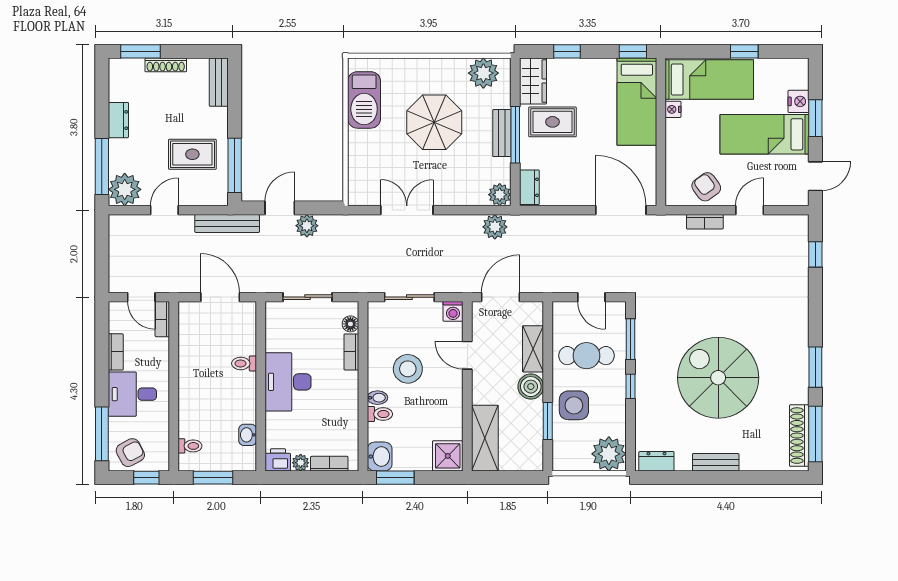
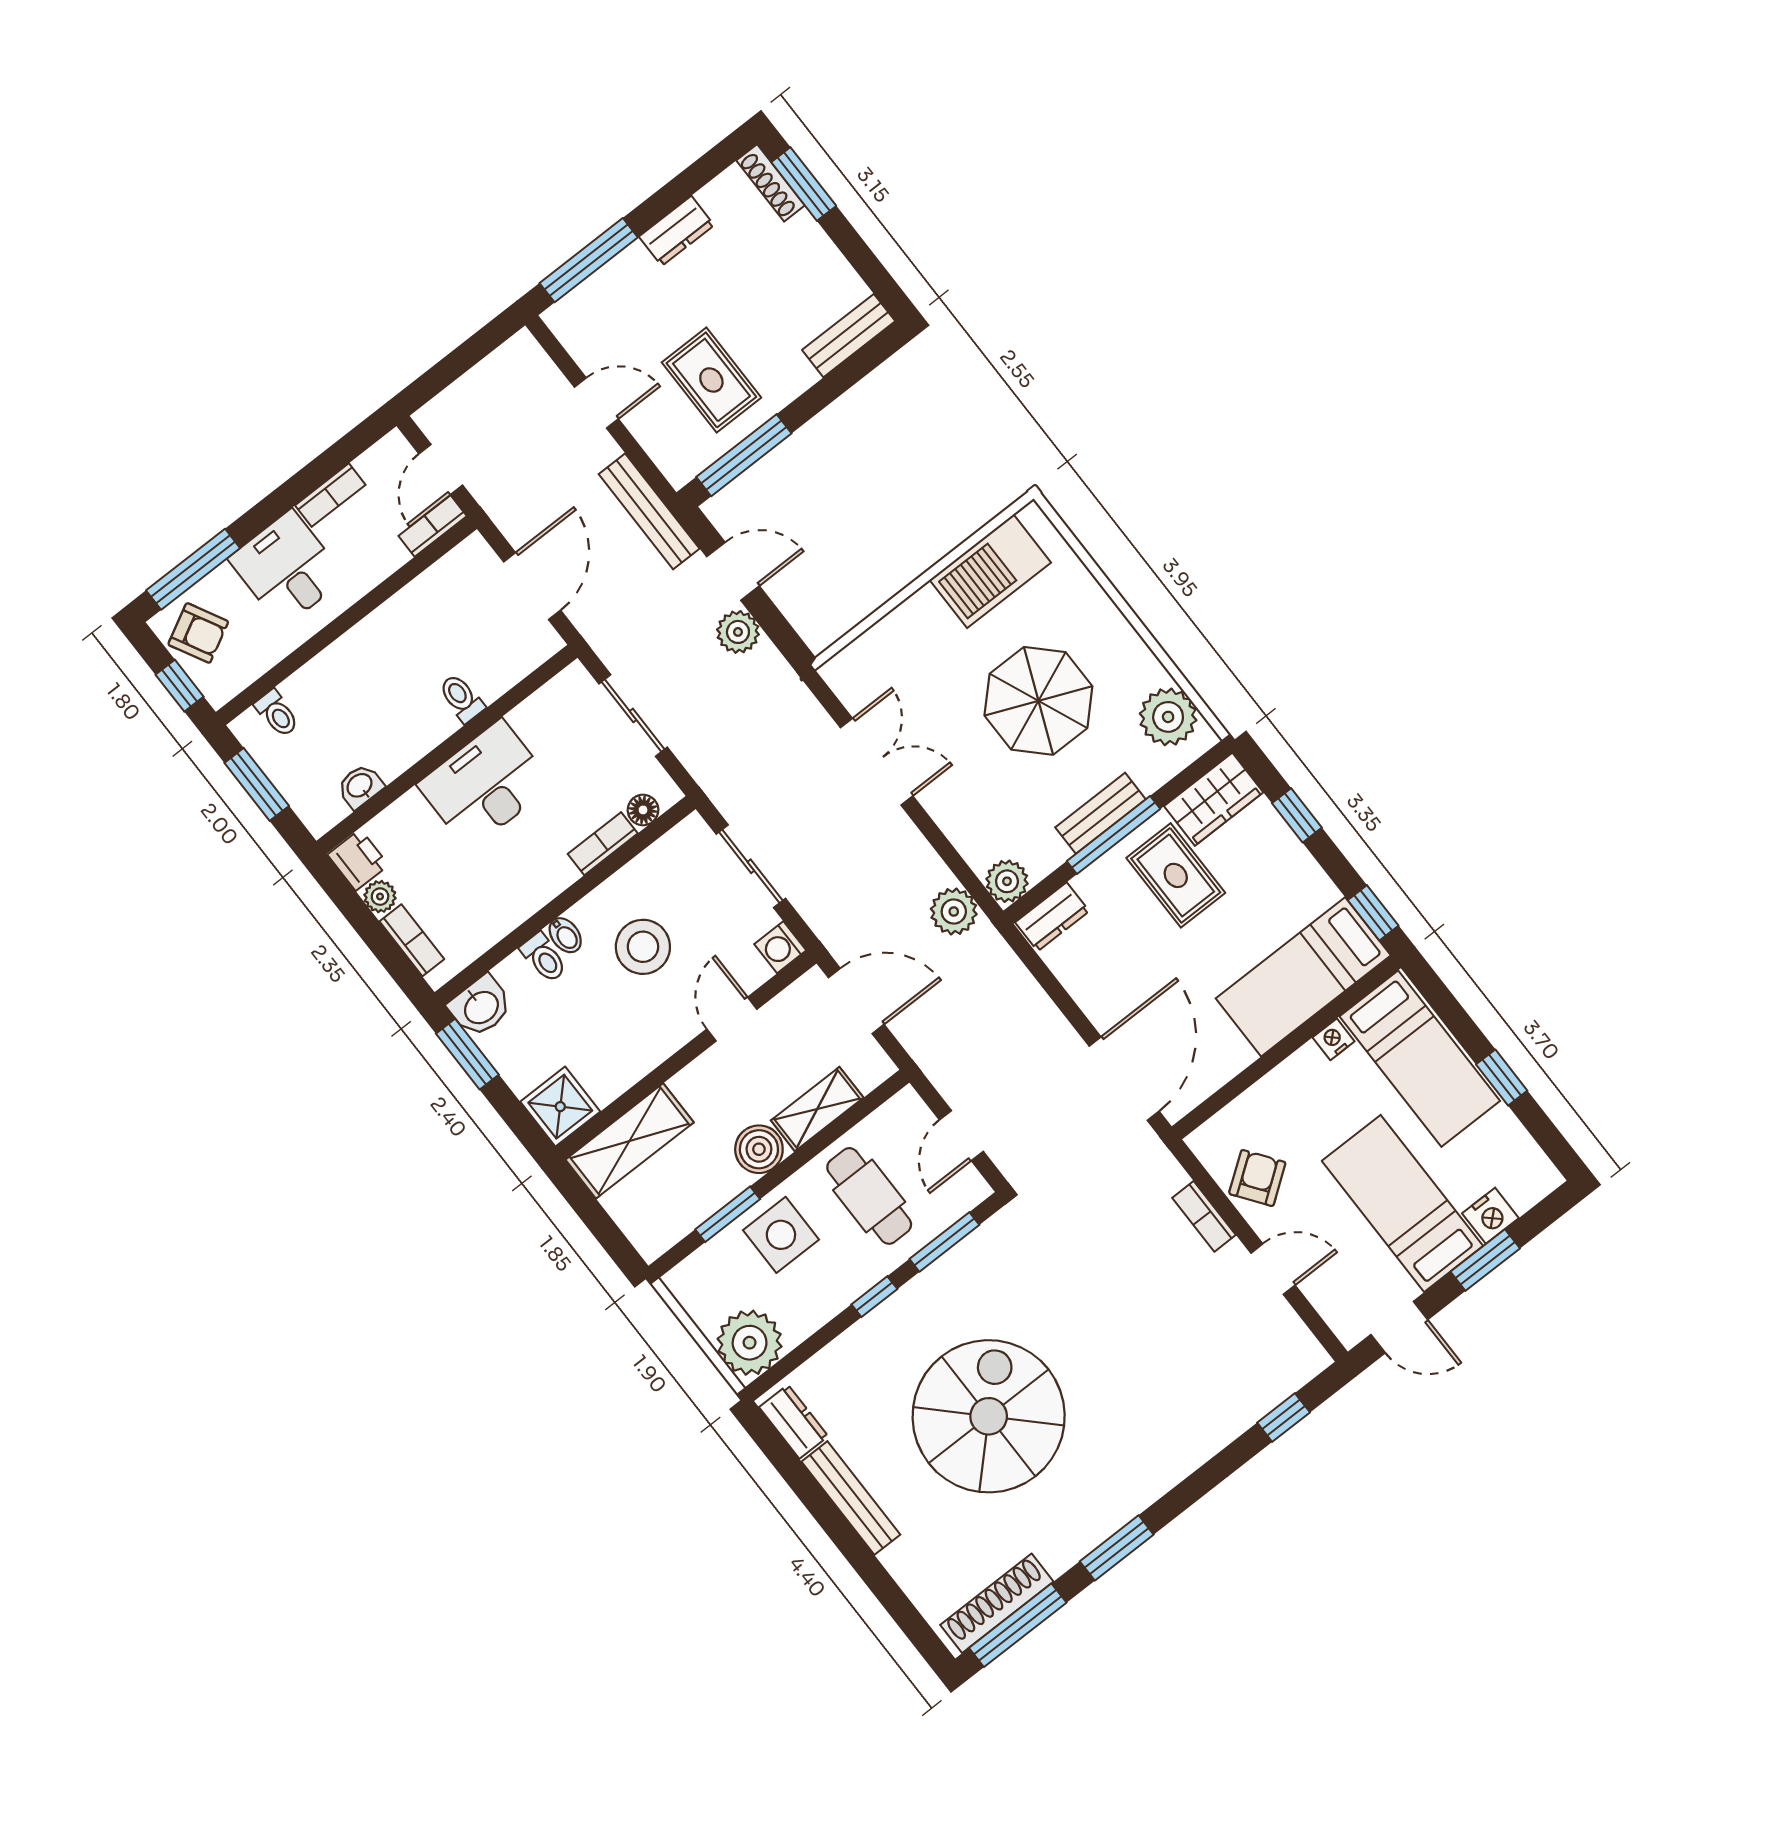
shoe rack: (166, 65) -> (771, 183), moved
plant: (125, 189) -> (581, 320), removed
bench: (716, 462) -> (851, 1498), width x1.36

